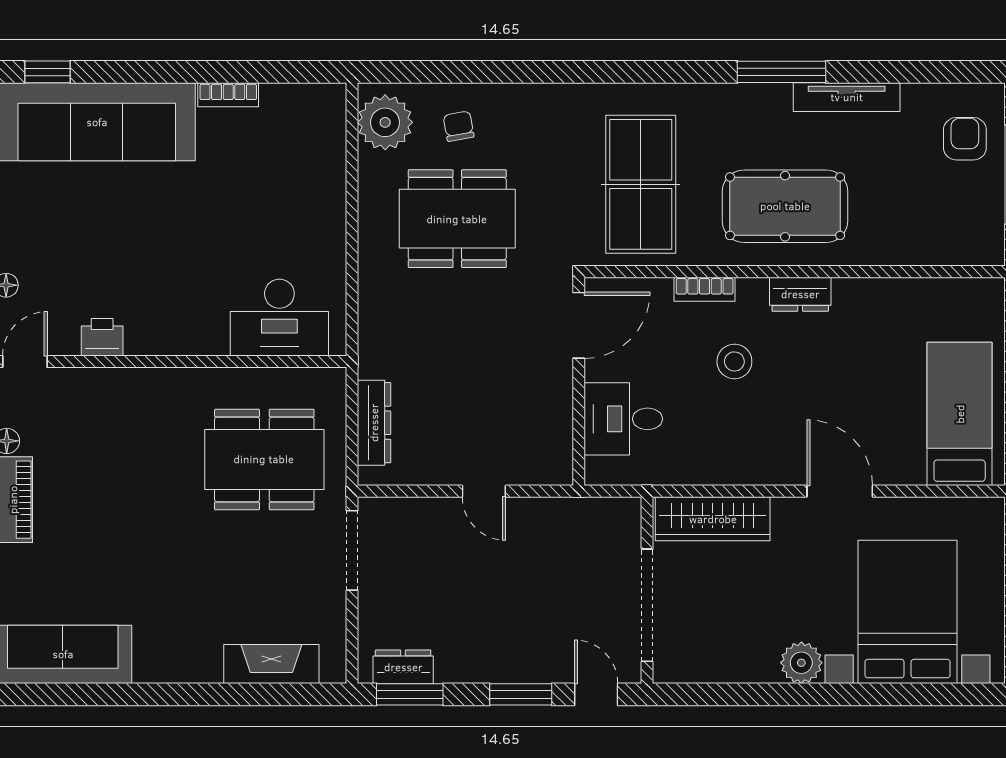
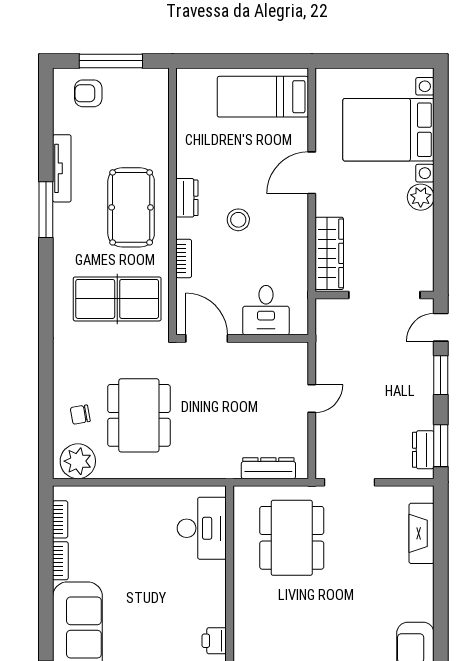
bookcase: (293, 94) -> (60, 519), added
stool: (734, 361) -> (238, 220), moved

